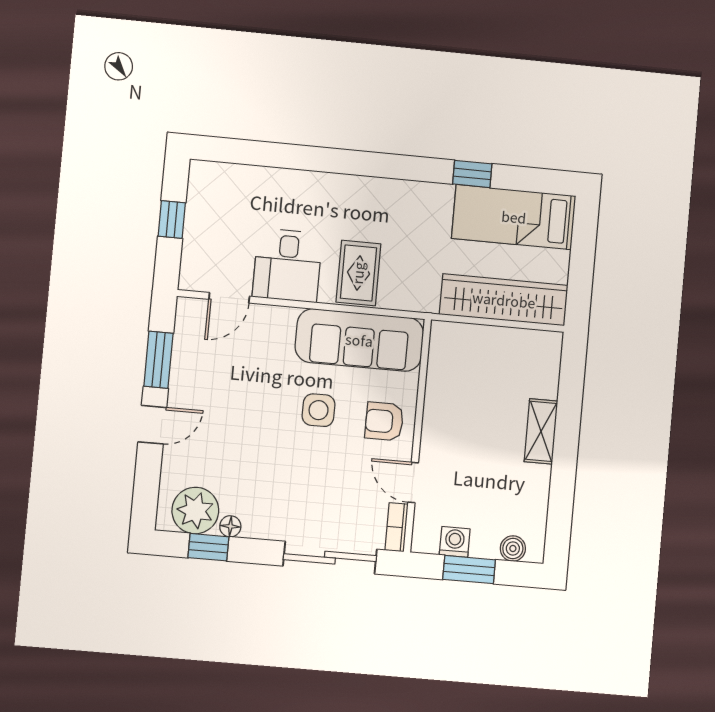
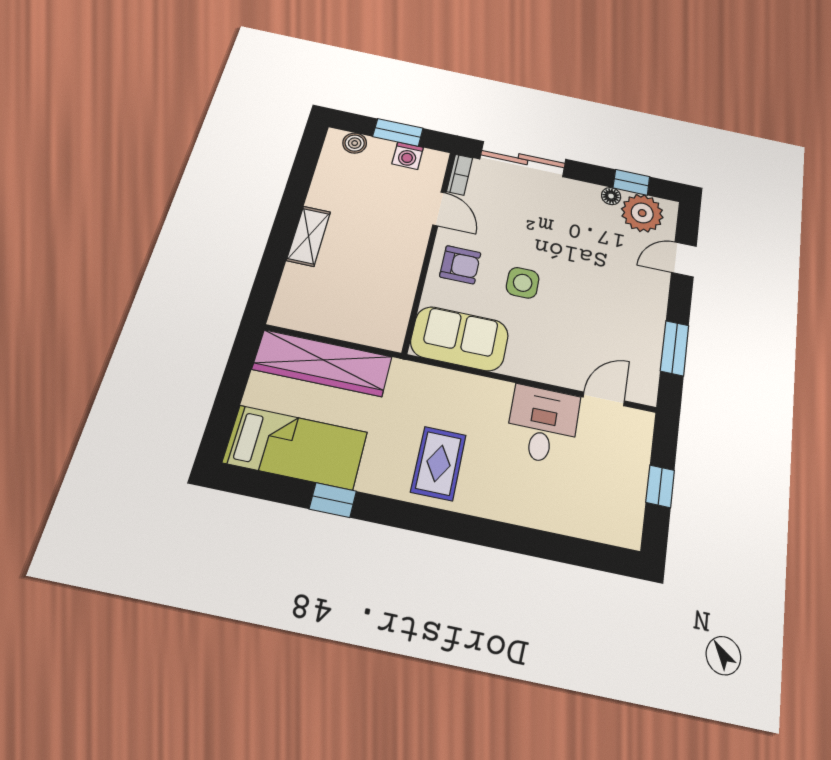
rug: (358, 273) -> (439, 463), moved
sofa: (359, 340) -> (459, 339), width x0.73
door: (152, 425) -> (684, 259), moved

